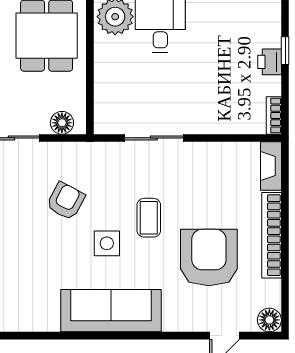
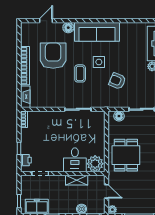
printer: (270, 62) -> (26, 160), moved
armchair: (66, 201) -> (117, 81), turned 85
armchair: (209, 257) -> (53, 56), turned 180
floor lamp: (269, 320) -> (68, 28), moved

